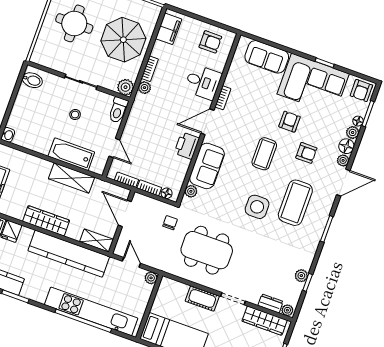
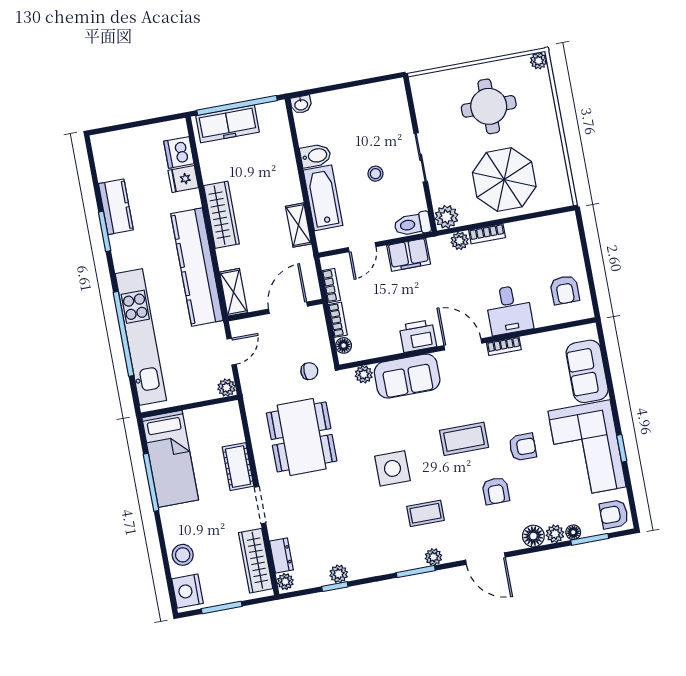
filing cabinet: (169, 29) -> (409, 255), moved
bidet: (32, 80) -> (316, 156), moved, turned -90
plant: (343, 160) -> (433, 557), moved
shelving: (71, 178) -> (298, 225), width x0.67, depth x0.75
coffee table: (295, 203) -> (425, 513), width x0.54, depth x0.58

